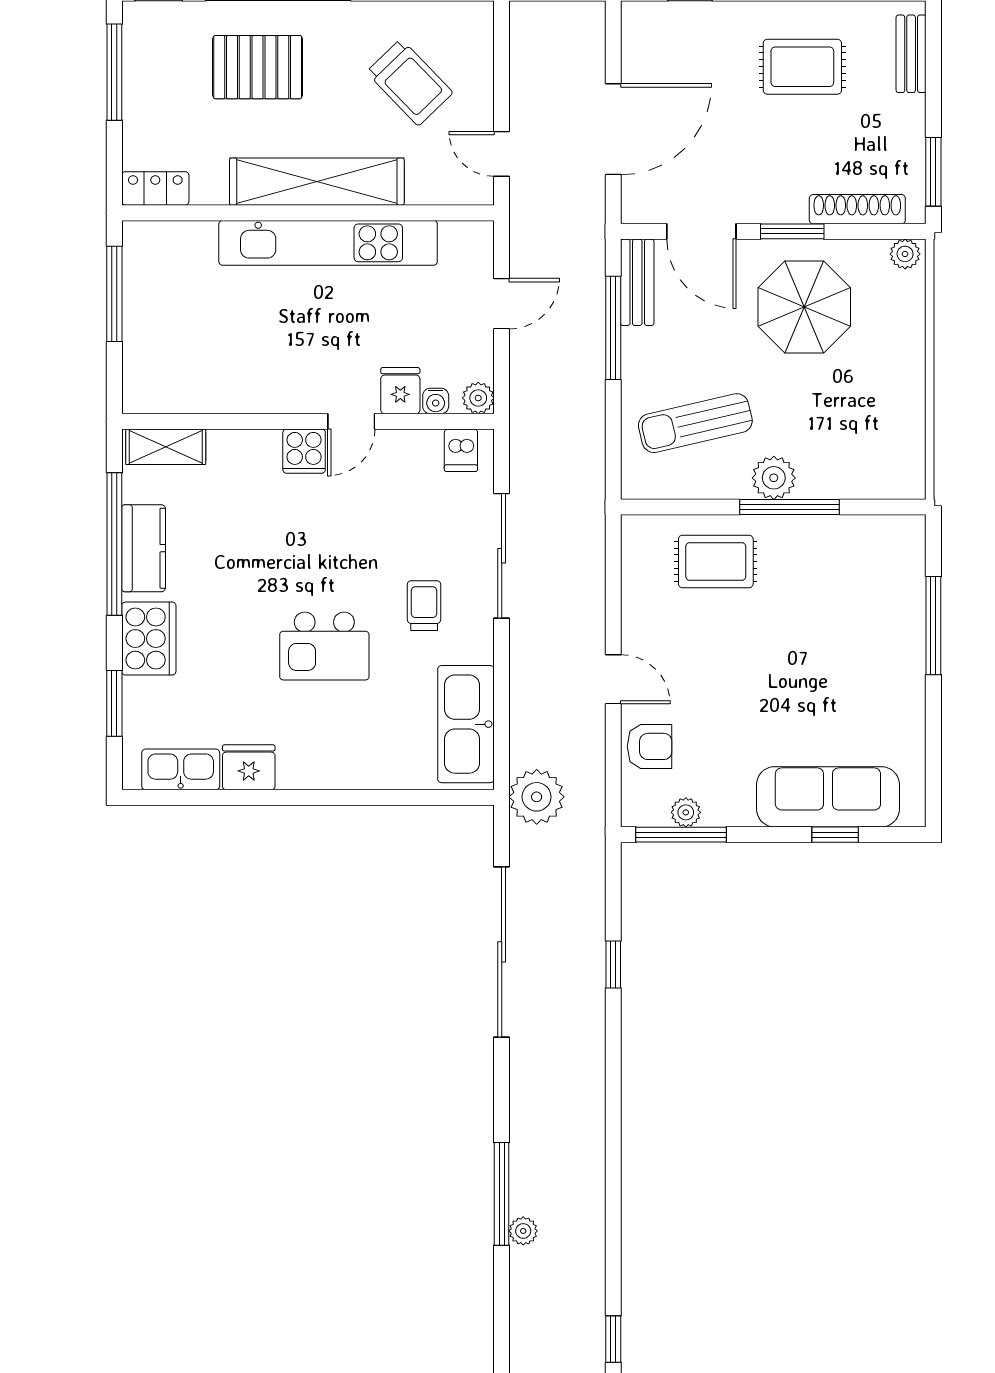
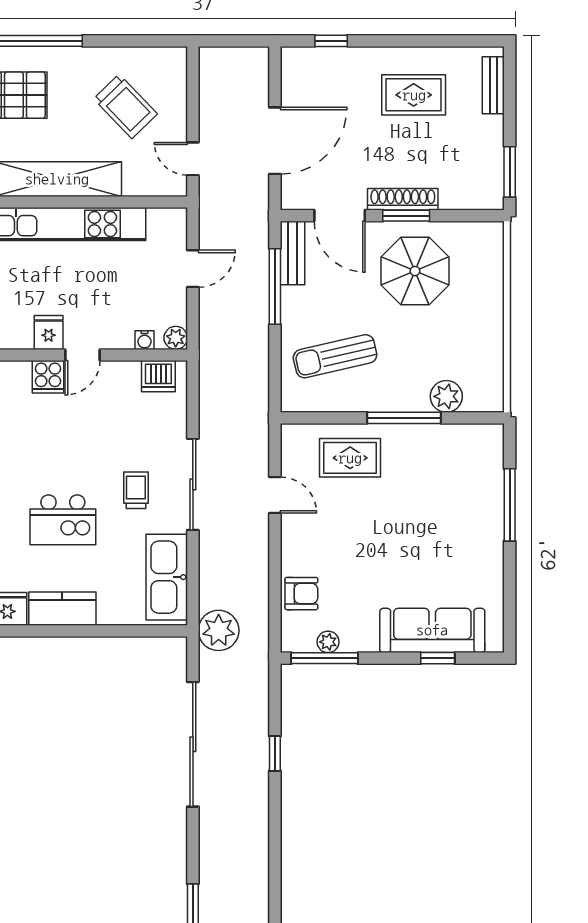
shoe rack: (857, 209) -> (403, 199), moved
plant: (905, 254) -> (489, 232), removed
fridge: (400, 391) -> (49, 332), moved
dishwasher: (461, 450) -> (158, 376), width x1.38
plant: (774, 478) -> (446, 396), moved
sliding door: (502, 556) -> (193, 484), moved
door: (613, 679) -> (275, 495), moved
kitchen counter: (324, 767) -> (62, 609), added

